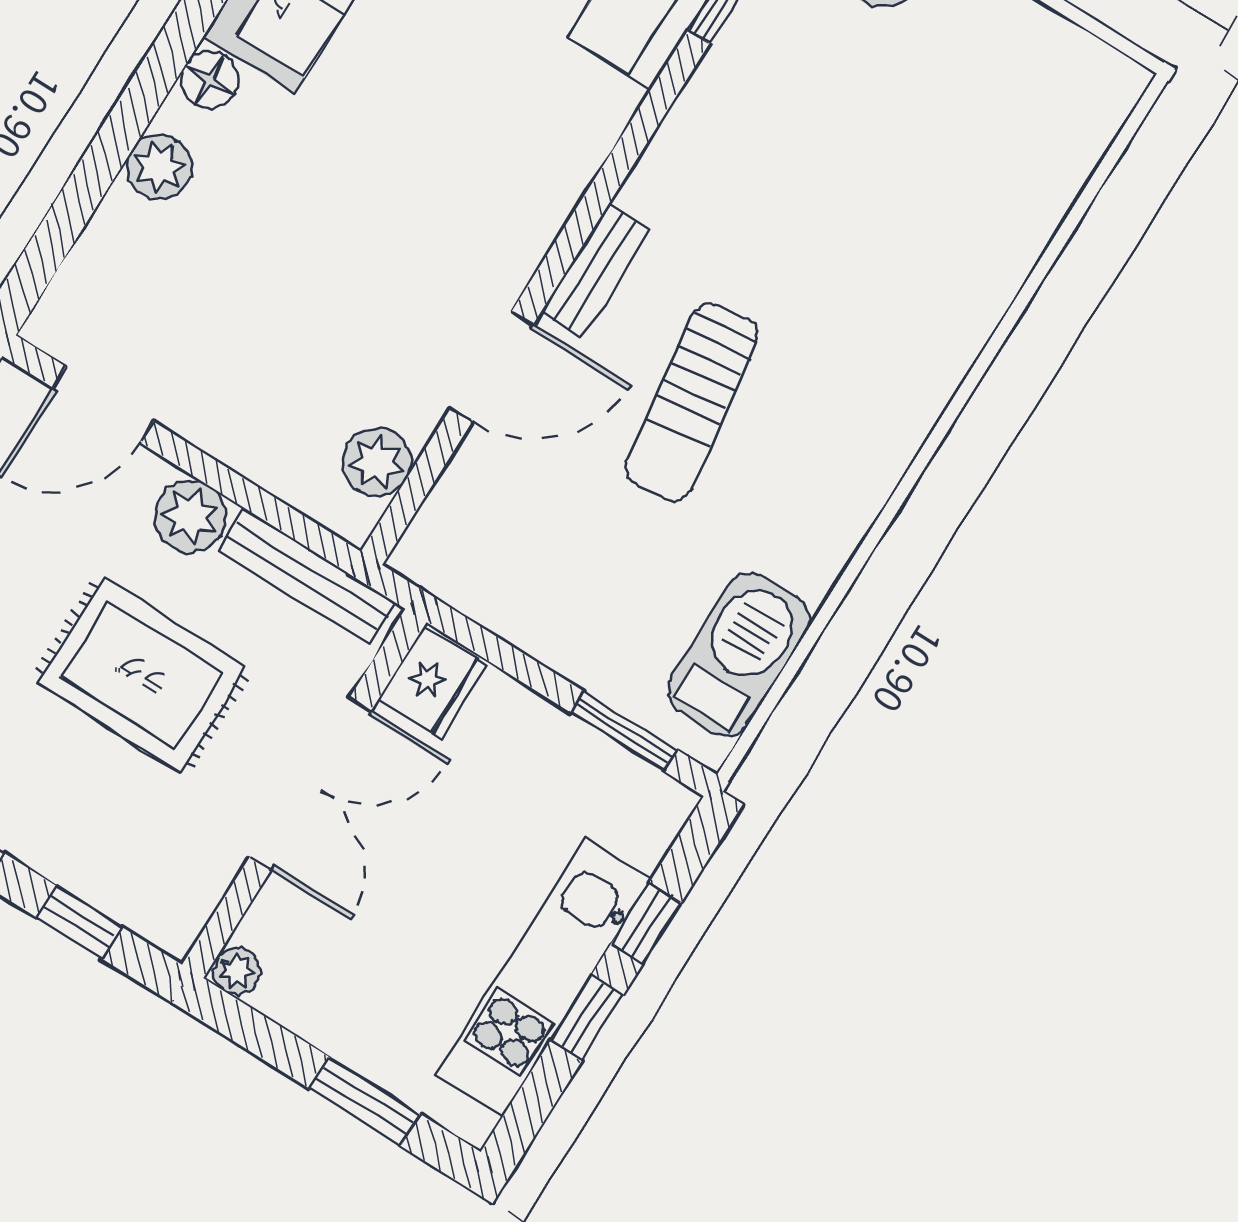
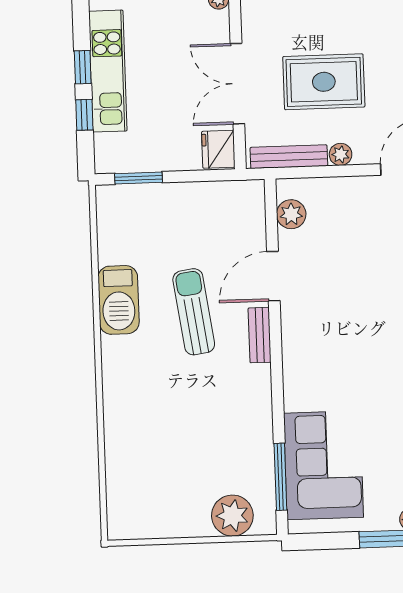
plant: (190, 516) -> (341, 154), width x0.73, depth x0.73
barbecue: (739, 655) -> (119, 300), moved

